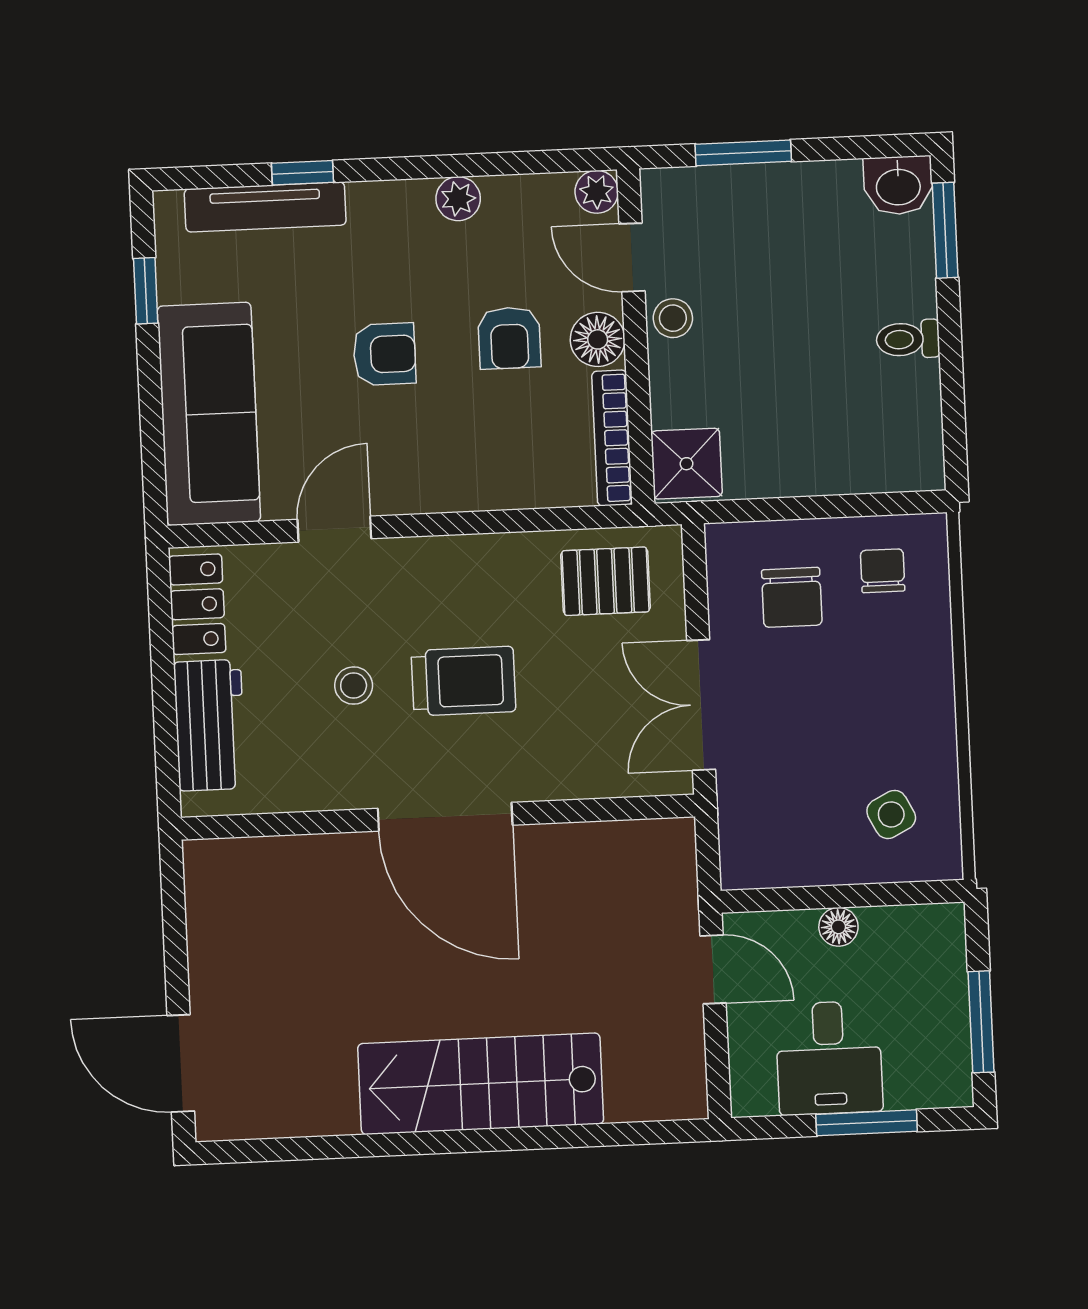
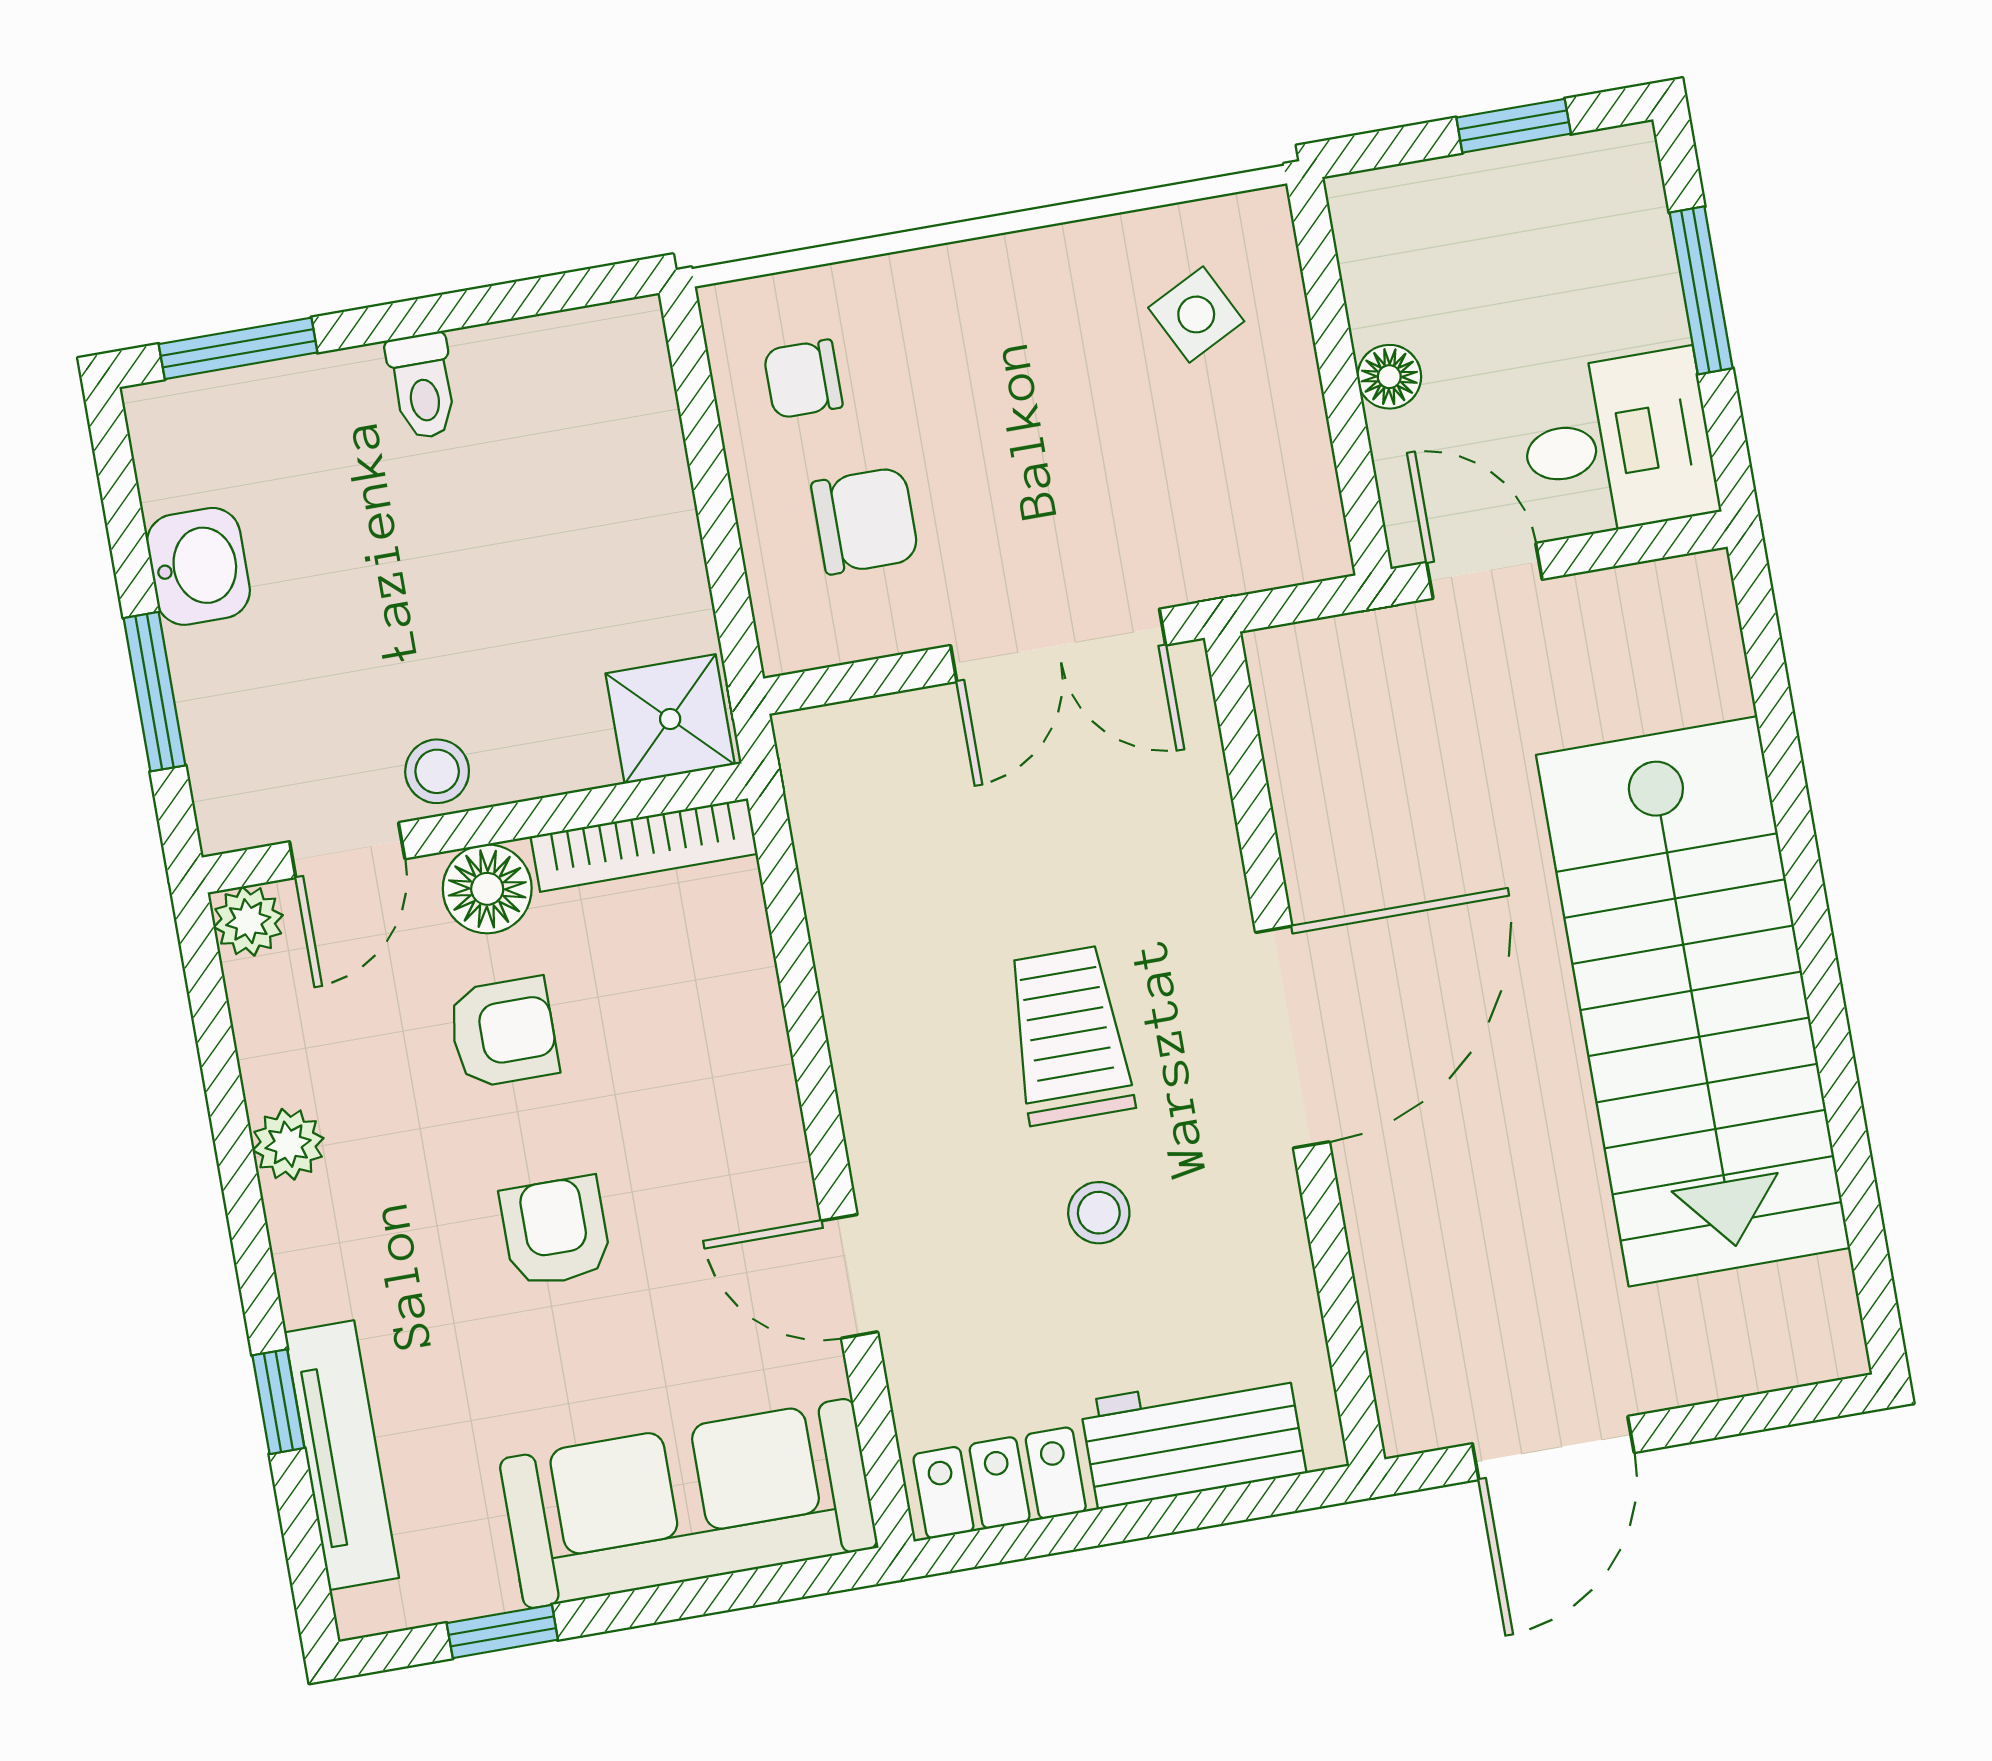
washbasin: (898, 185) -> (198, 566), moved
pallet: (606, 581) -> (878, 826), removed
door: (713, 969) -> (1484, 571), hinge flipped
window: (981, 1022) -> (1514, 126), width x0.67
desk: (829, 1058) -> (1617, 444), moved
door: (181, 1063) -> (1553, 1448), moved
stairs: (481, 1084) -> (1693, 1001), width x1.36, depth x1.51

